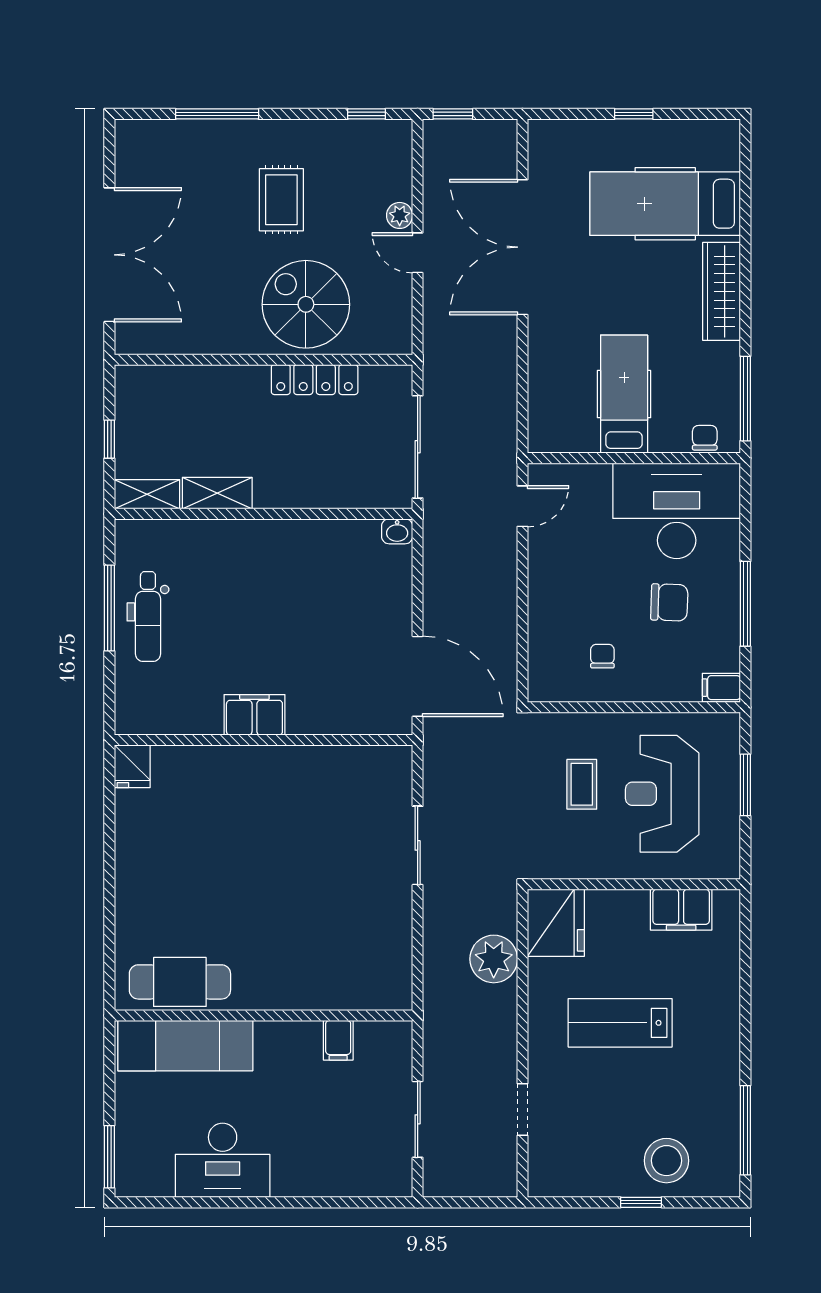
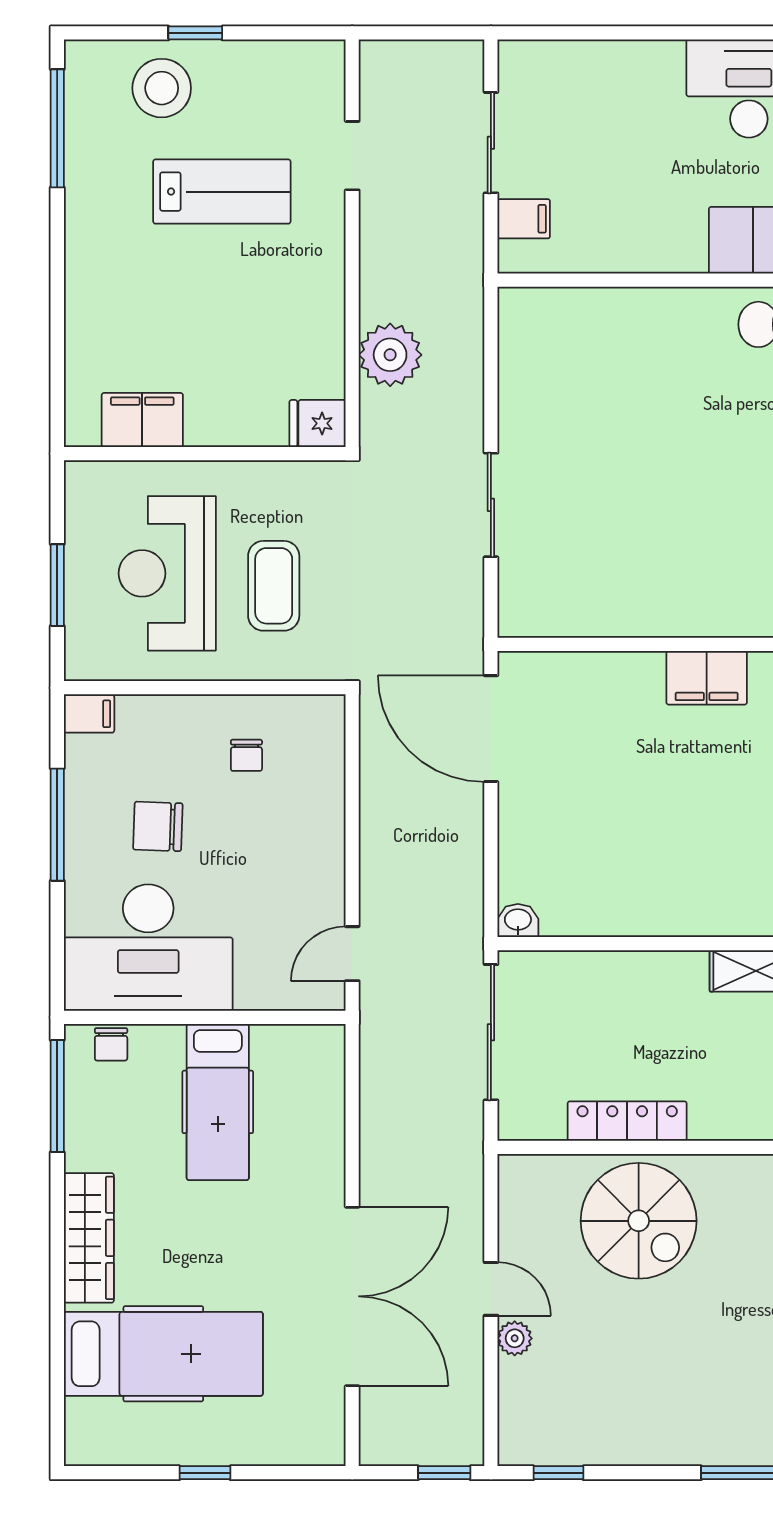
rug: (281, 200) -> (671, 1359), removed
coffee table: (582, 784) -> (274, 586), width x1.36, depth x1.30
reception desk: (662, 794) -> (167, 573), turned 180
fridge: (556, 923) -> (318, 423), width x0.53, depth x0.75
lab bench: (620, 1023) -> (222, 192), moved
filing cabinet: (338, 1040) -> (524, 219), moved, turned 90

